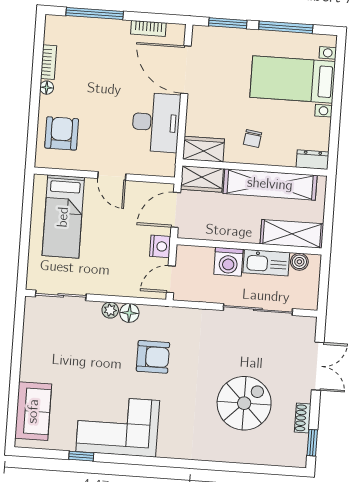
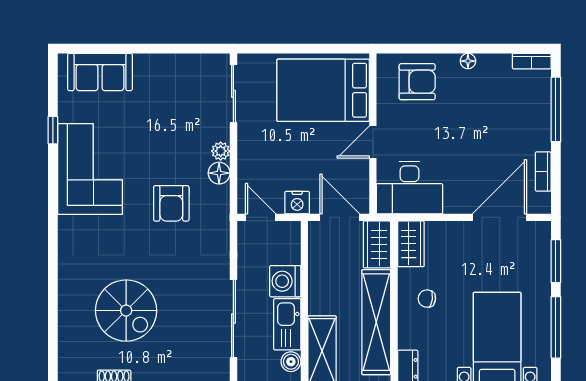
bookcase: (49, 62) -> (532, 61), moved
desk: (156, 122) -> (410, 188), moved
bed: (63, 217) -> (323, 90), width x1.50

